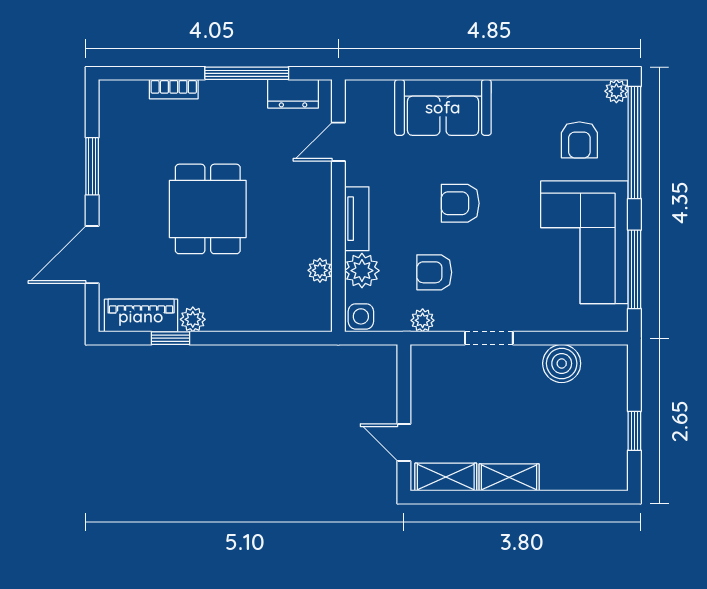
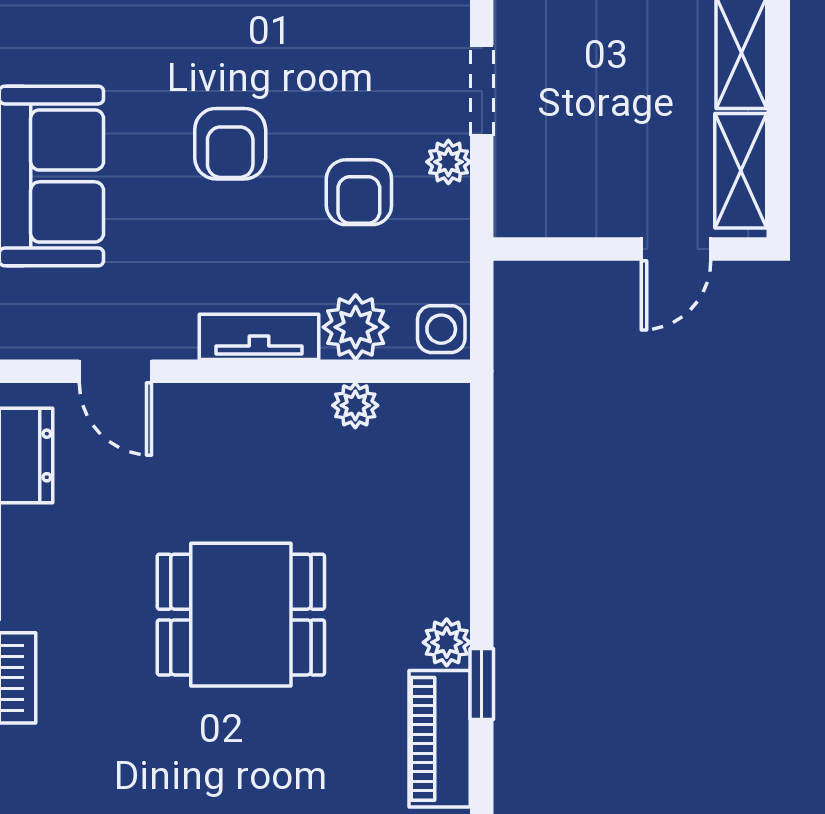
plant: (423, 320) -> (448, 162), moved

